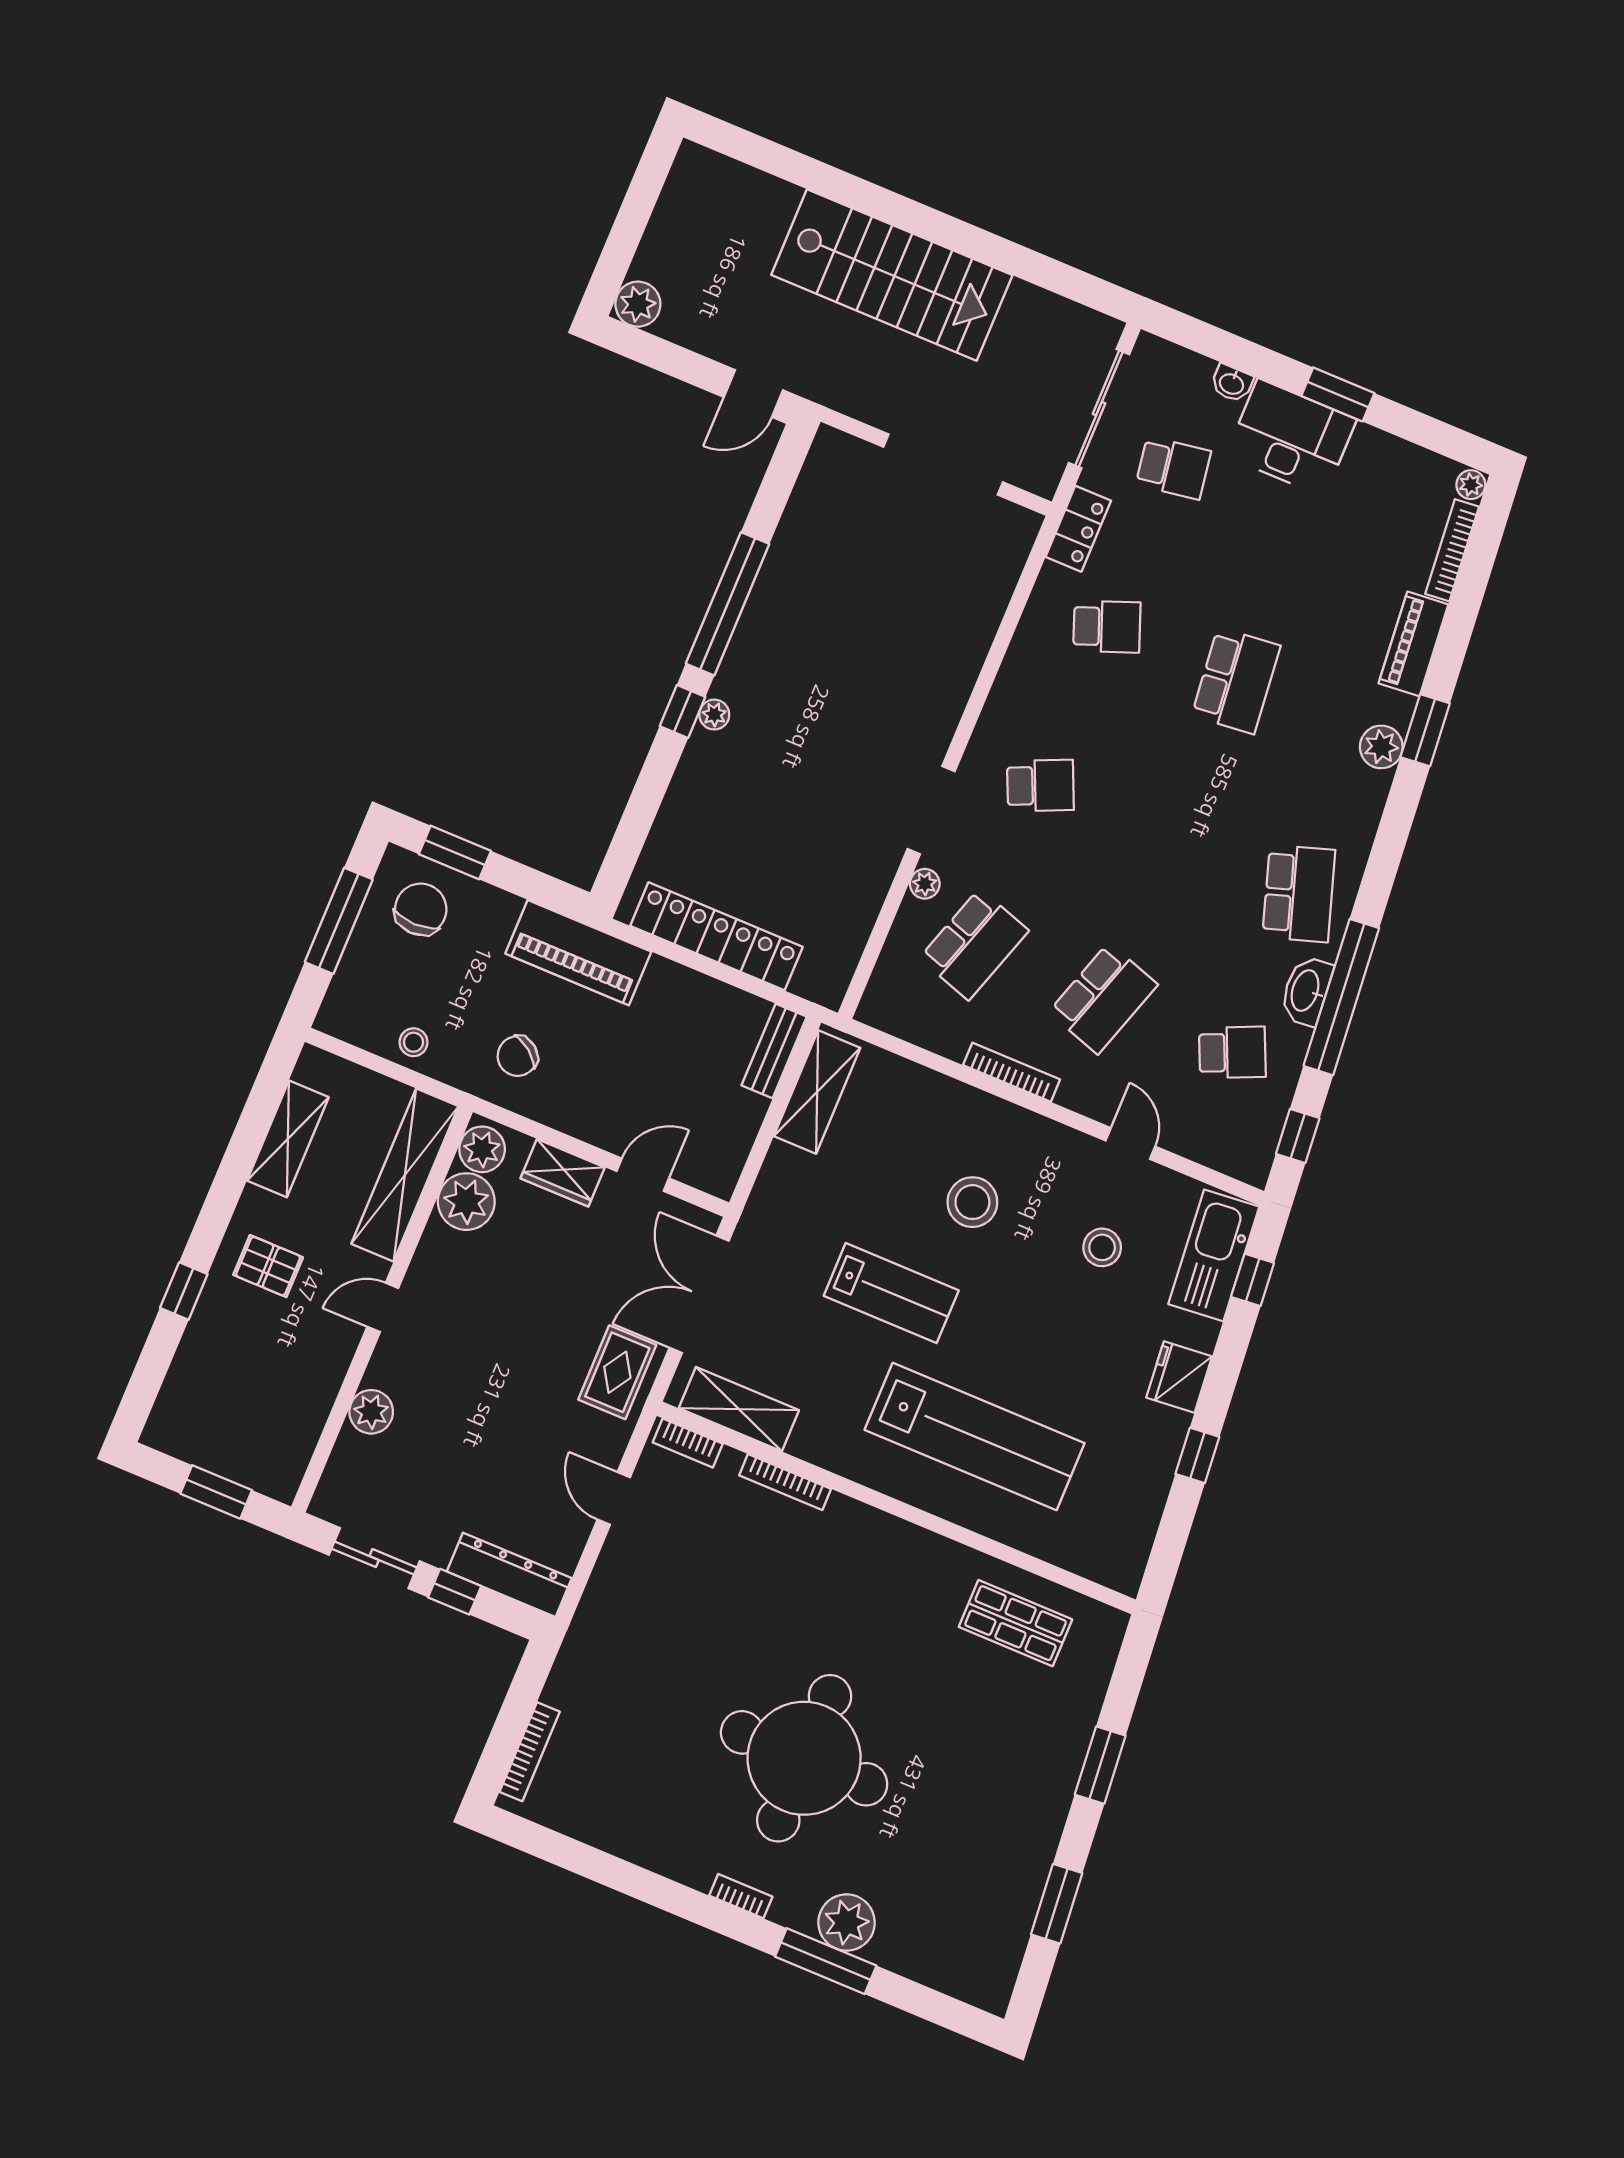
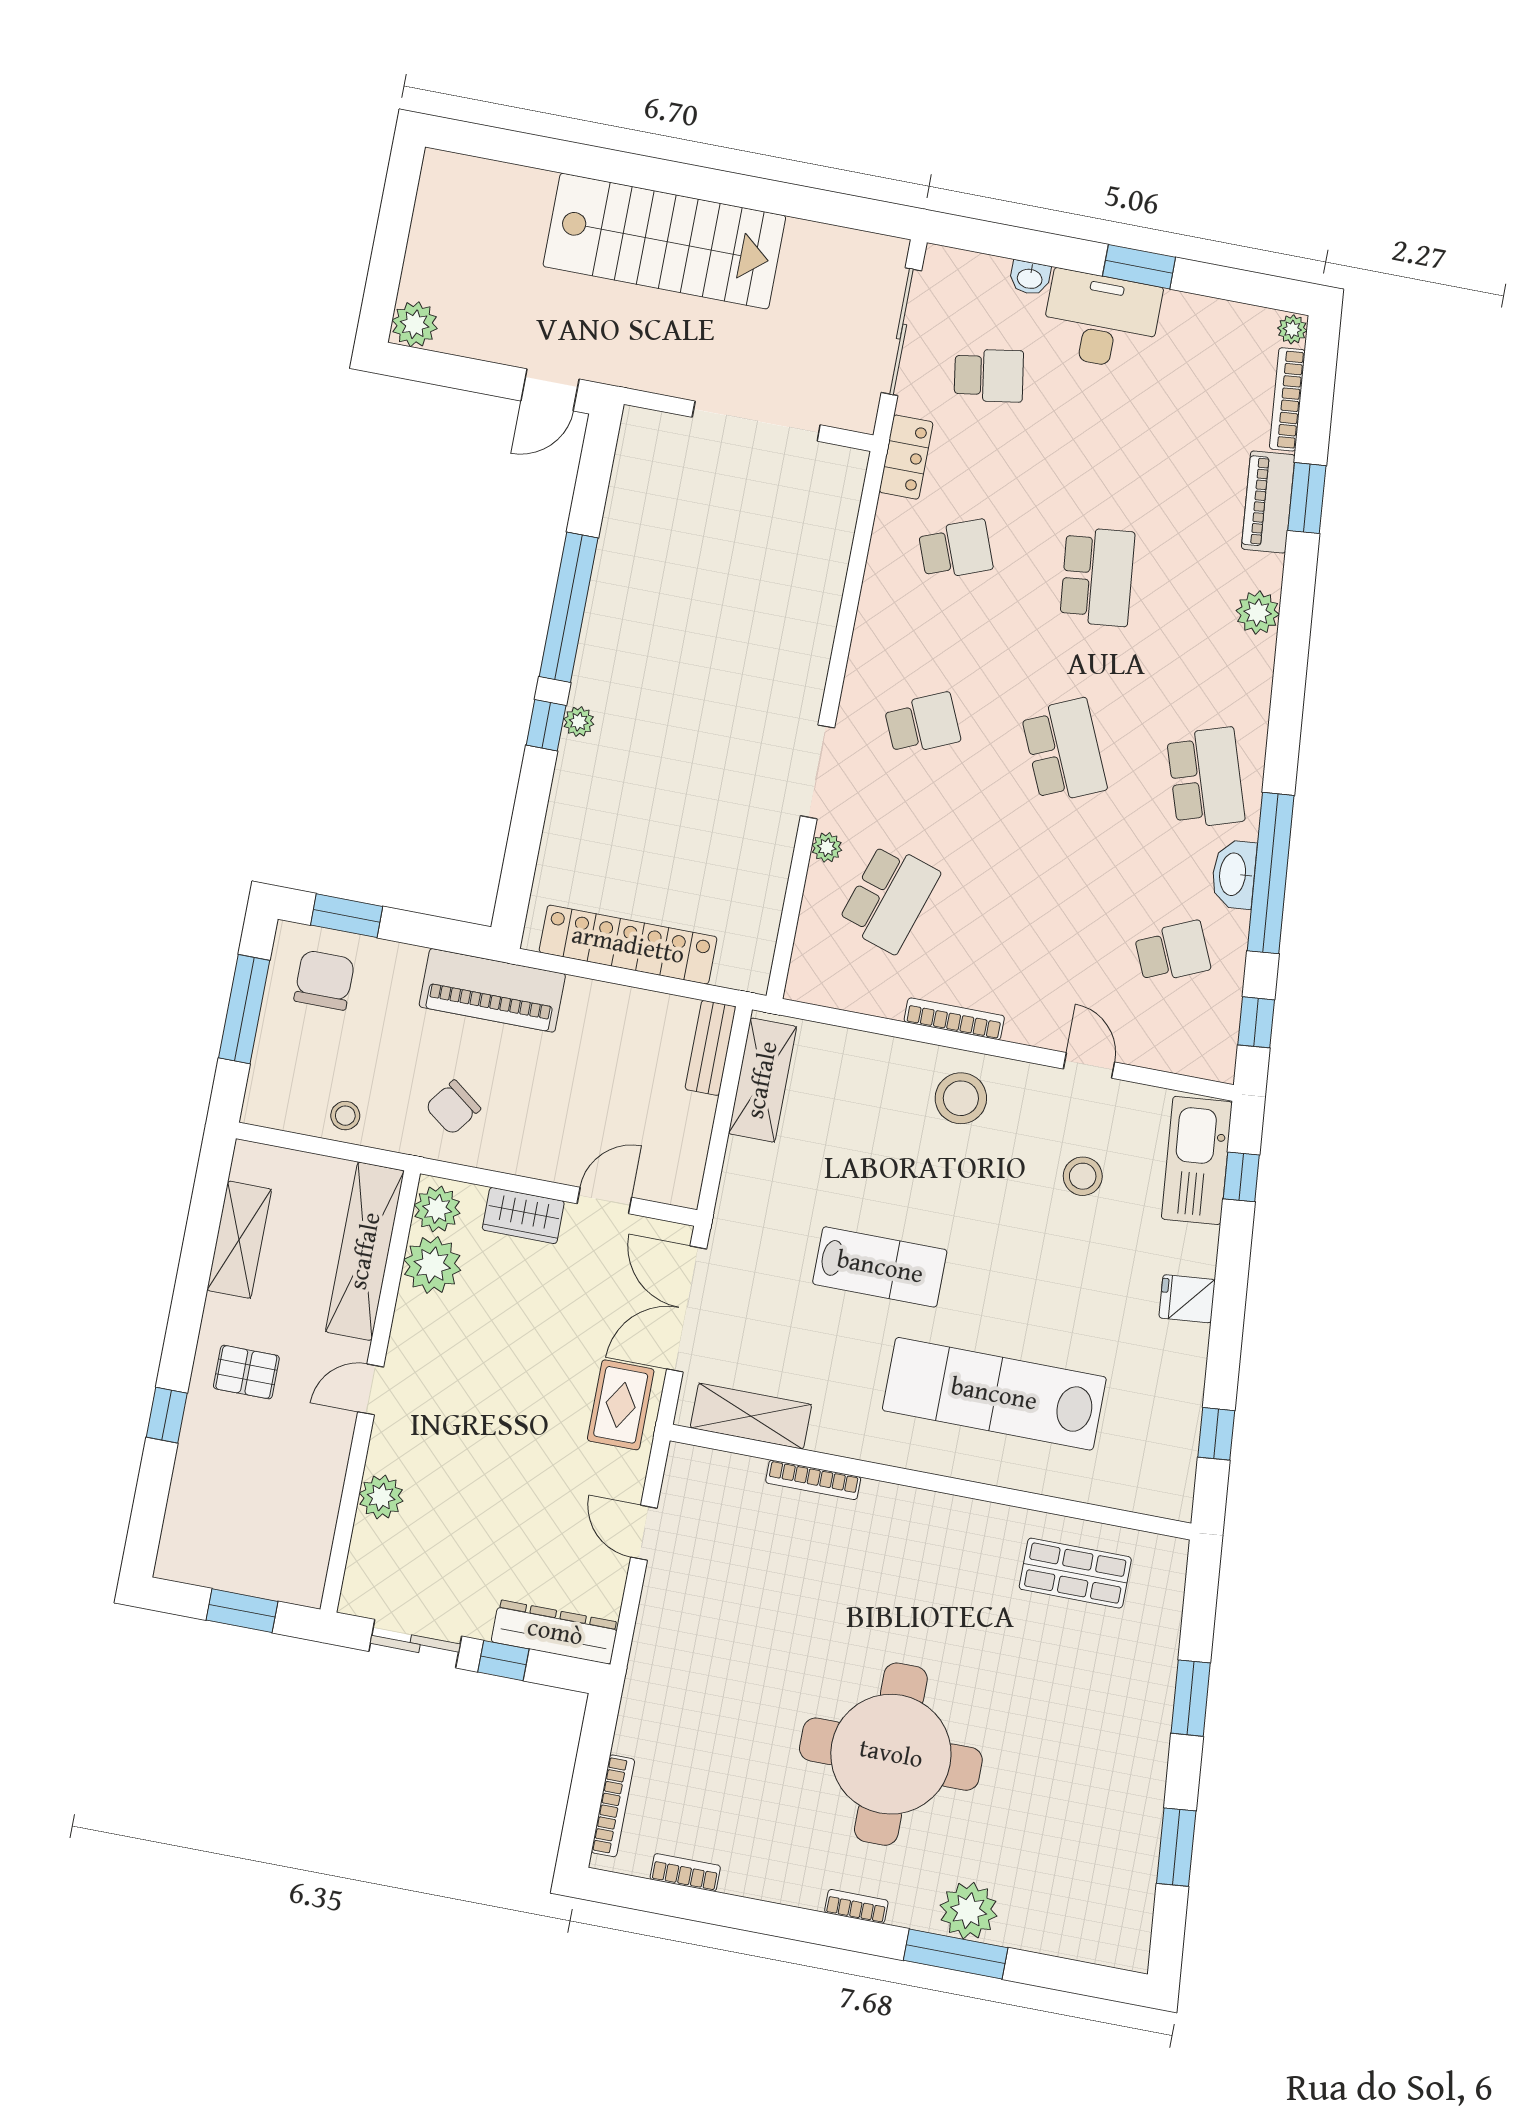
window: (1425, 730) -> (1307, 498), moved
school desk: (1103, 998) -> (1064, 751), moved, turned -42
stool: (972, 1202) -> (961, 1098), moved
fridge: (1179, 1377) -> (1187, 1299), width x0.72
lab bench: (975, 1436) -> (994, 1394), turned 180
bookcase: (688, 1443) -> (685, 1872), moved, turned 180
window: (1197, 1455) -> (1216, 1434), moved

